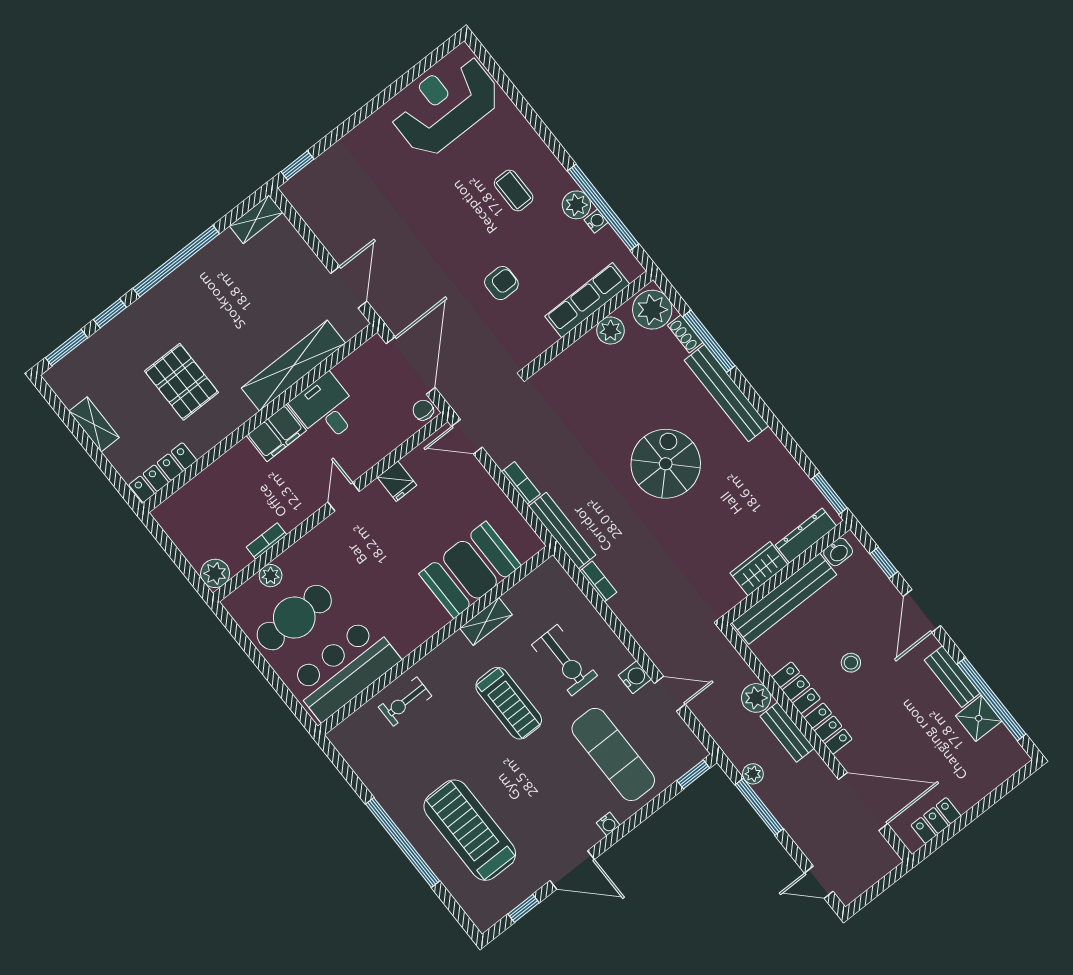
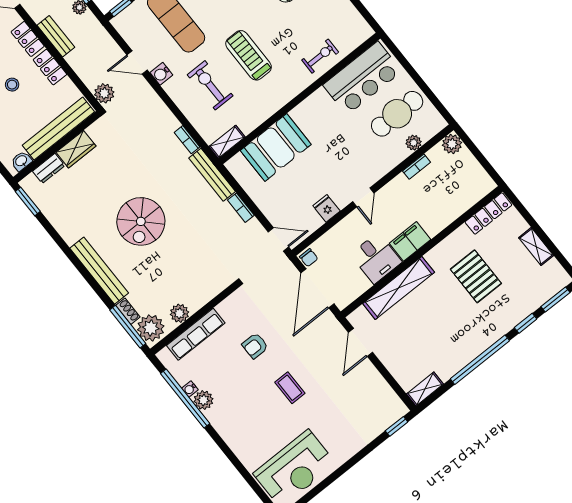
coffee table: (514, 190) -> (290, 388), moved
window: (709, 341) -> (128, 327), moved
dresser: (806, 535) -> (49, 168), width x0.70
shelving: (486, 621) -> (227, 142), moved
plant: (756, 698) -> (104, 93), moved

